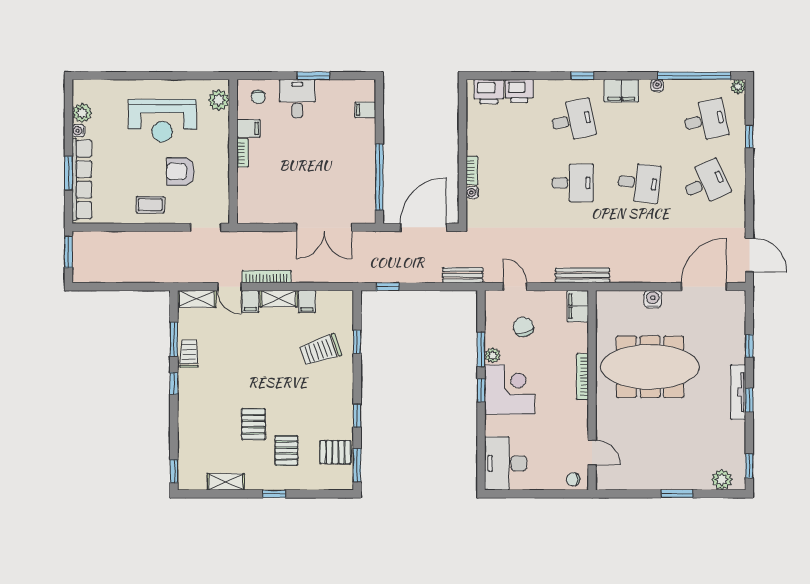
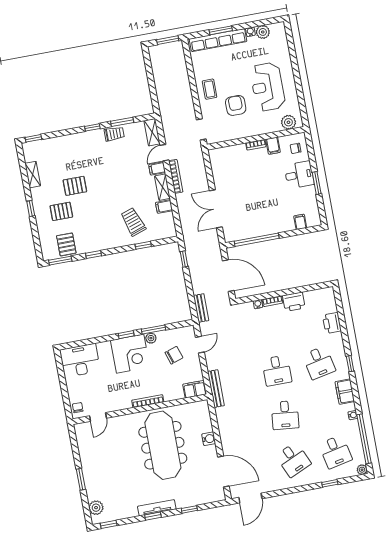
printer: (489, 92) -> (294, 302), moved, turned -90

